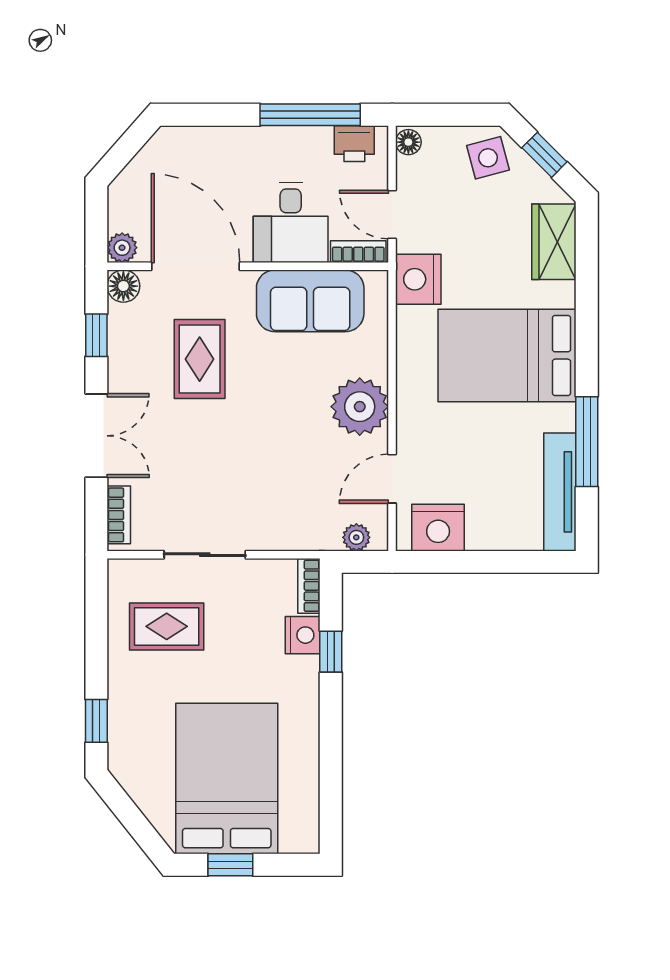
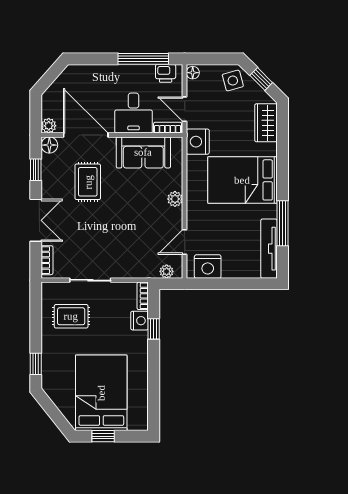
plant: (360, 407) -> (175, 199), width x0.53, depth x0.53

